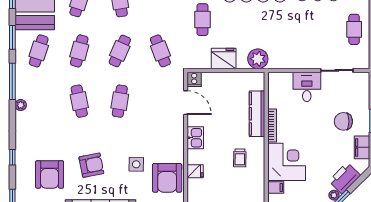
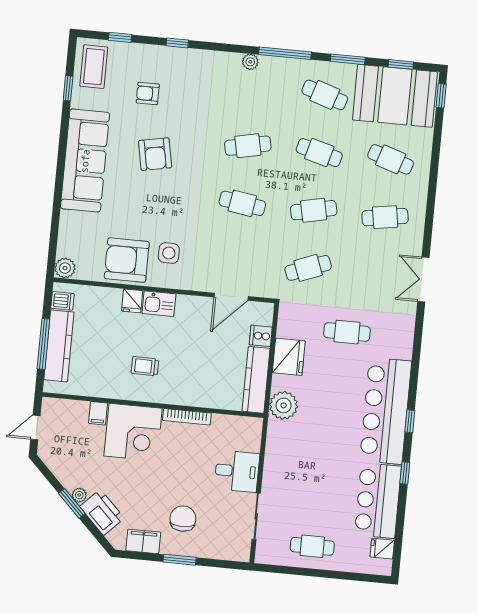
cafe table: (120, 51) -> (314, 210), turned -36
cooker: (194, 79) -> (261, 336), moved
kitchen counter: (257, 114) -> (256, 380), moved, turned -90
kitchen sink: (195, 138) -> (159, 304), moved
side table: (136, 164) -> (169, 253), moved
armchair: (50, 174) -> (148, 93), width x0.53, depth x0.53

